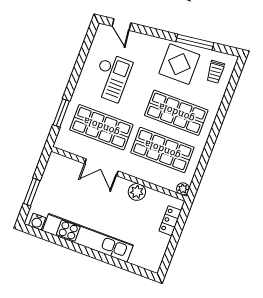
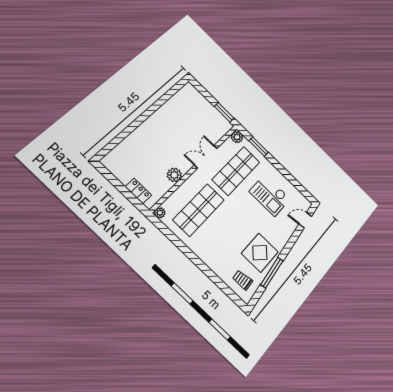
shop shelf: (176, 113) -> (223, 234), removed
plant: (62, 142) -> (237, 137), added
window: (32, 192) -> (224, 112), moved
water cooler: (37, 222) -> (186, 91), removed
kitchen unit: (88, 238) -> (156, 121), removed

